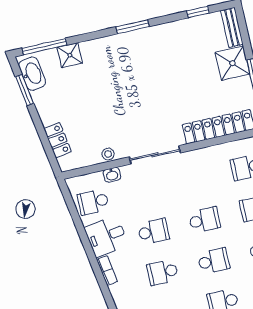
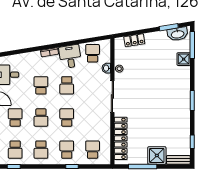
school desk: (204, 220) -> (67, 117), turned 180

